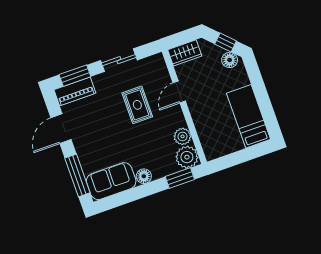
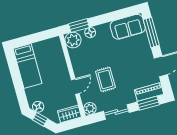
plant: (182, 136) -> (90, 108), moved
floor lamp: (144, 176) -> (90, 33), moved

